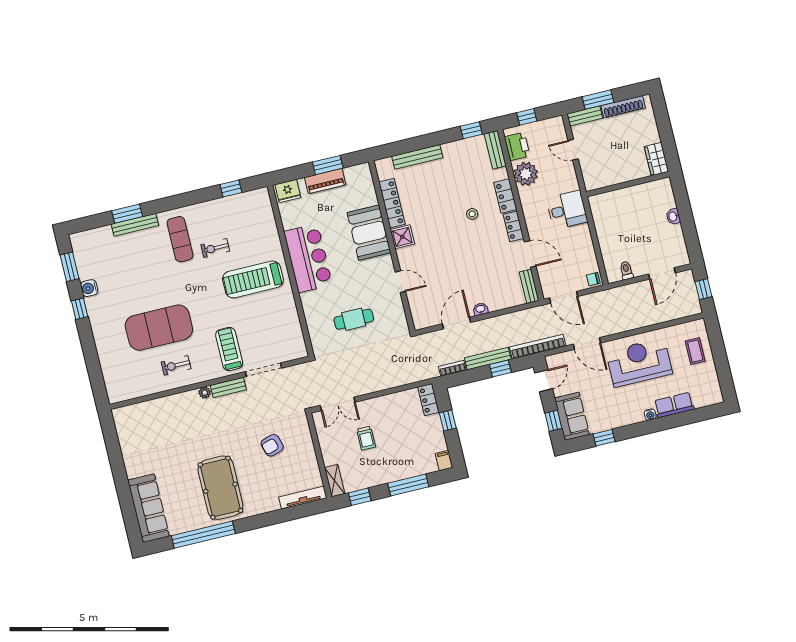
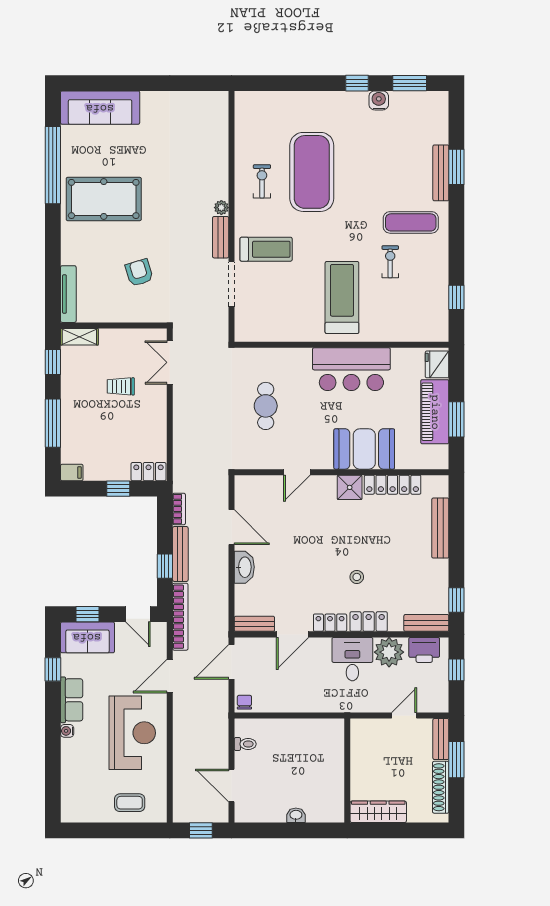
wardrobe: (656, 159) -> (378, 812), width x1.50
piano: (325, 181) -> (435, 412), width x1.37, depth x1.33
desk: (567, 210) -> (352, 659), moved, turned 180
washbasin: (480, 309) -> (244, 567), width x1.91, depth x1.45
row of seats: (674, 405) -> (72, 700), moved

